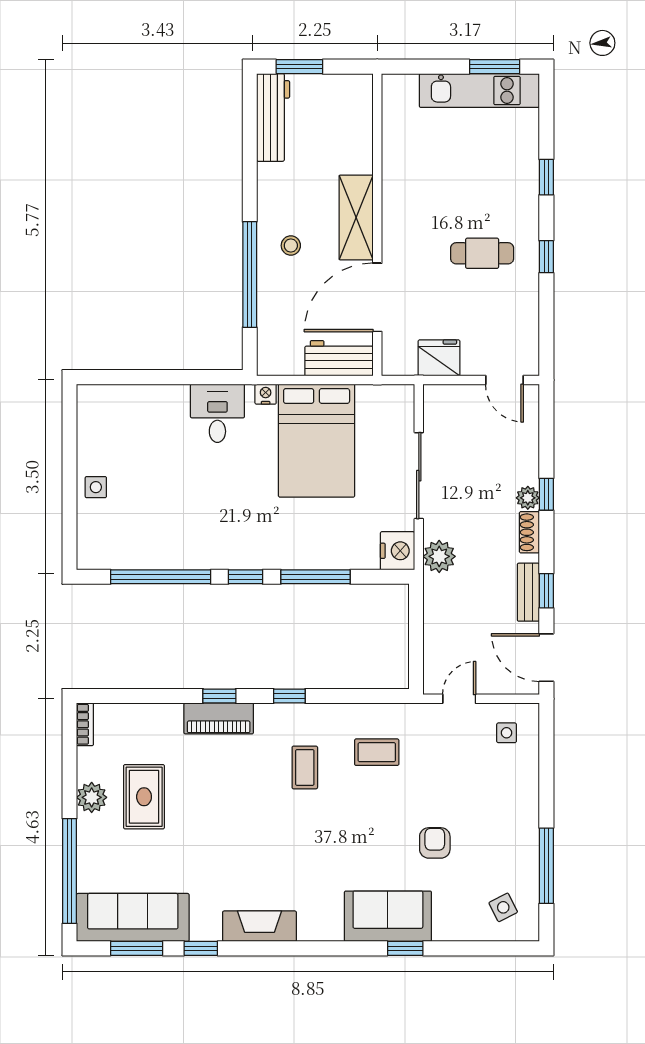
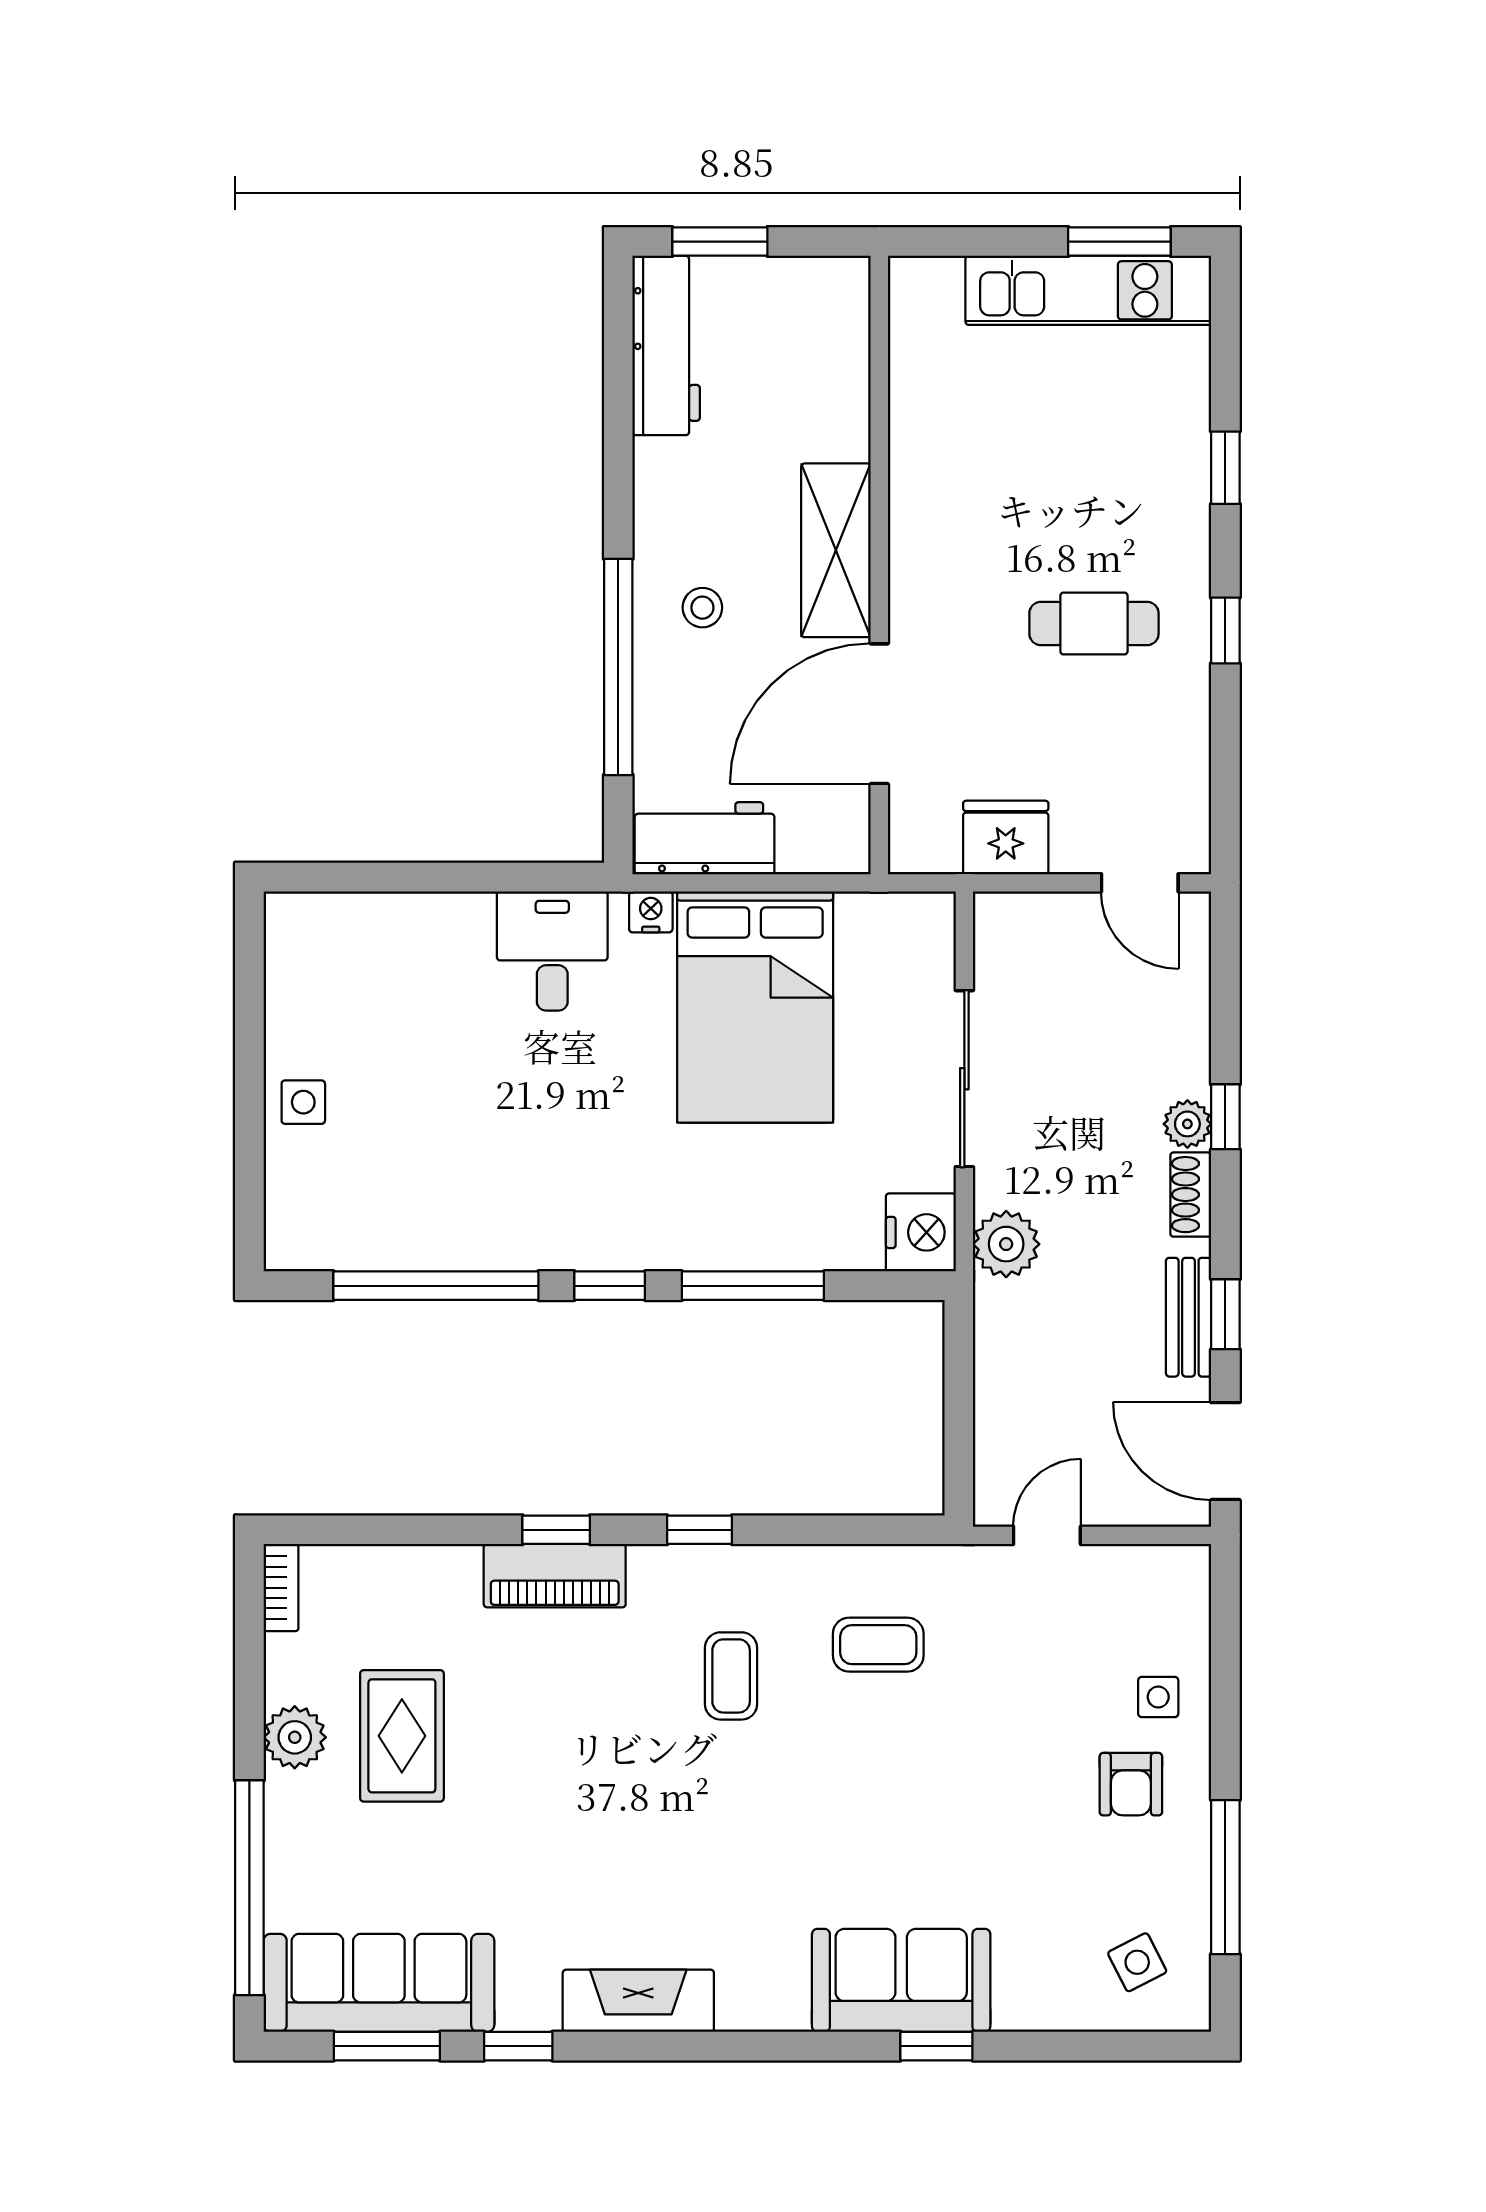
workbench: (339, 358) -> (705, 838), moved
side table: (507, 733) -> (1158, 1697), moved
armchair: (435, 843) -> (1131, 1784), moved, turned 180

